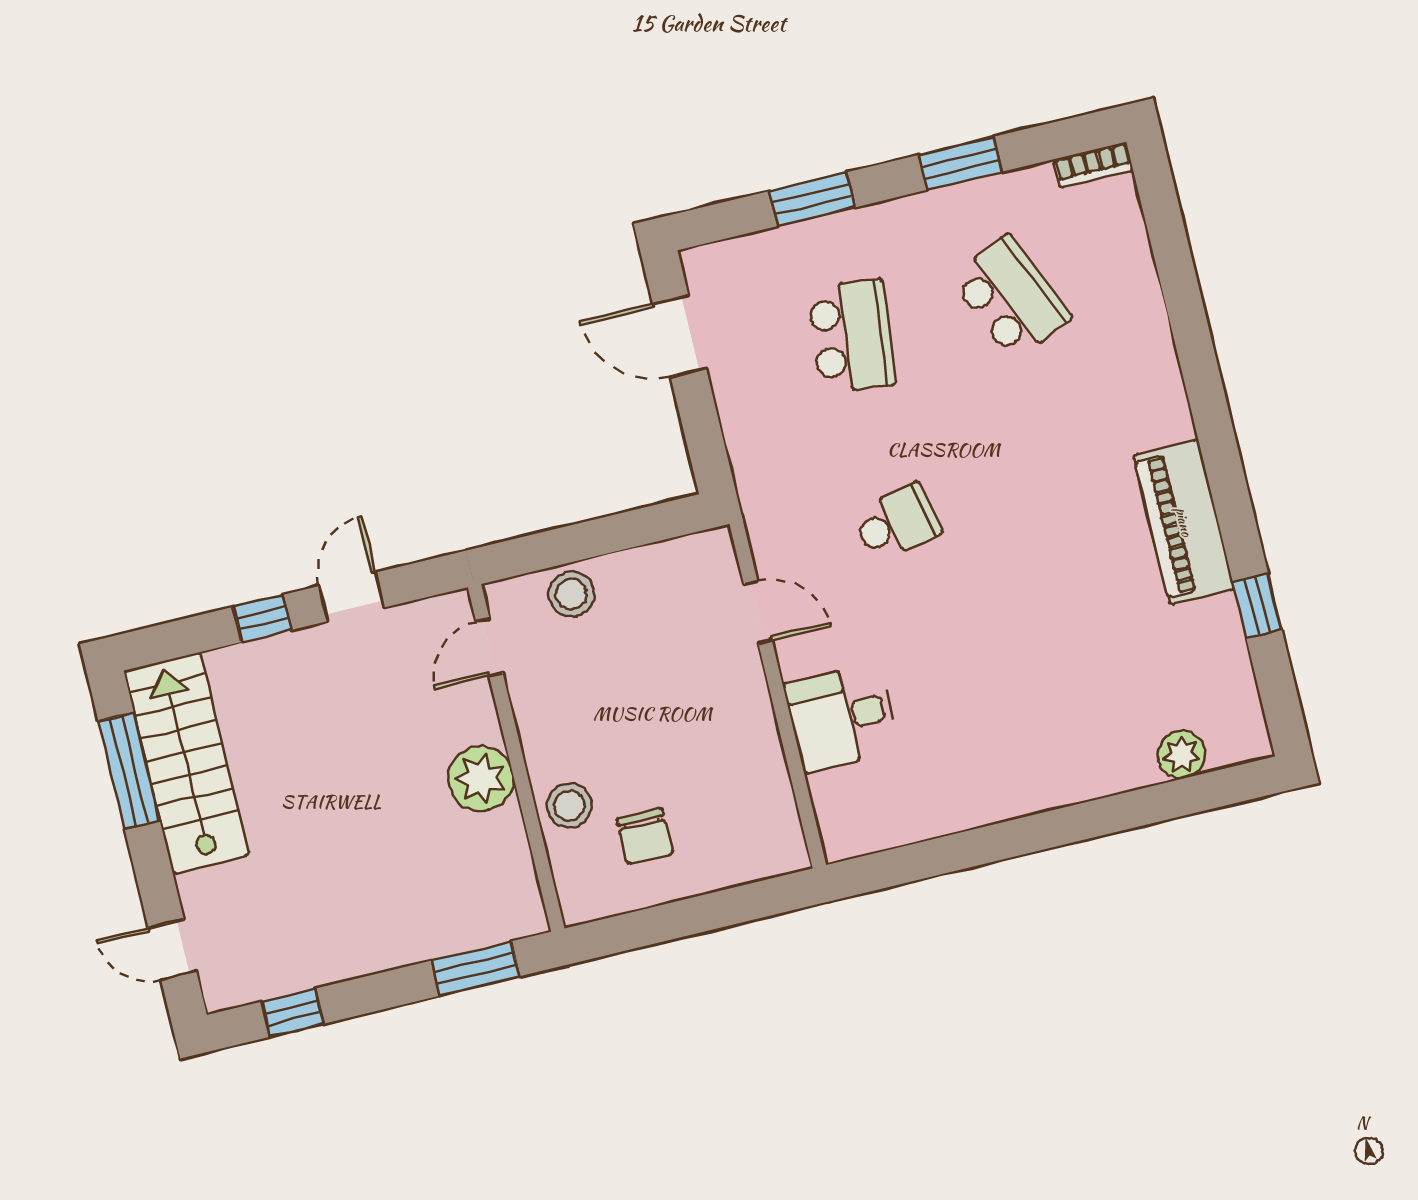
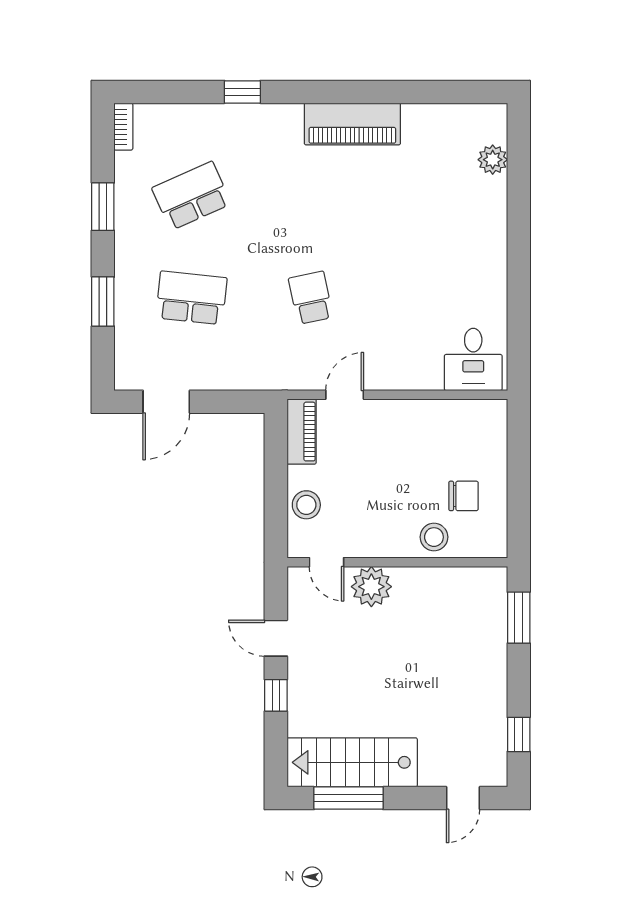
piano: (684, 559) -> (302, 432), added
window: (1257, 605) -> (242, 92), moved
desk: (842, 717) -> (473, 359), moved
plant: (481, 779) -> (371, 587), moved

